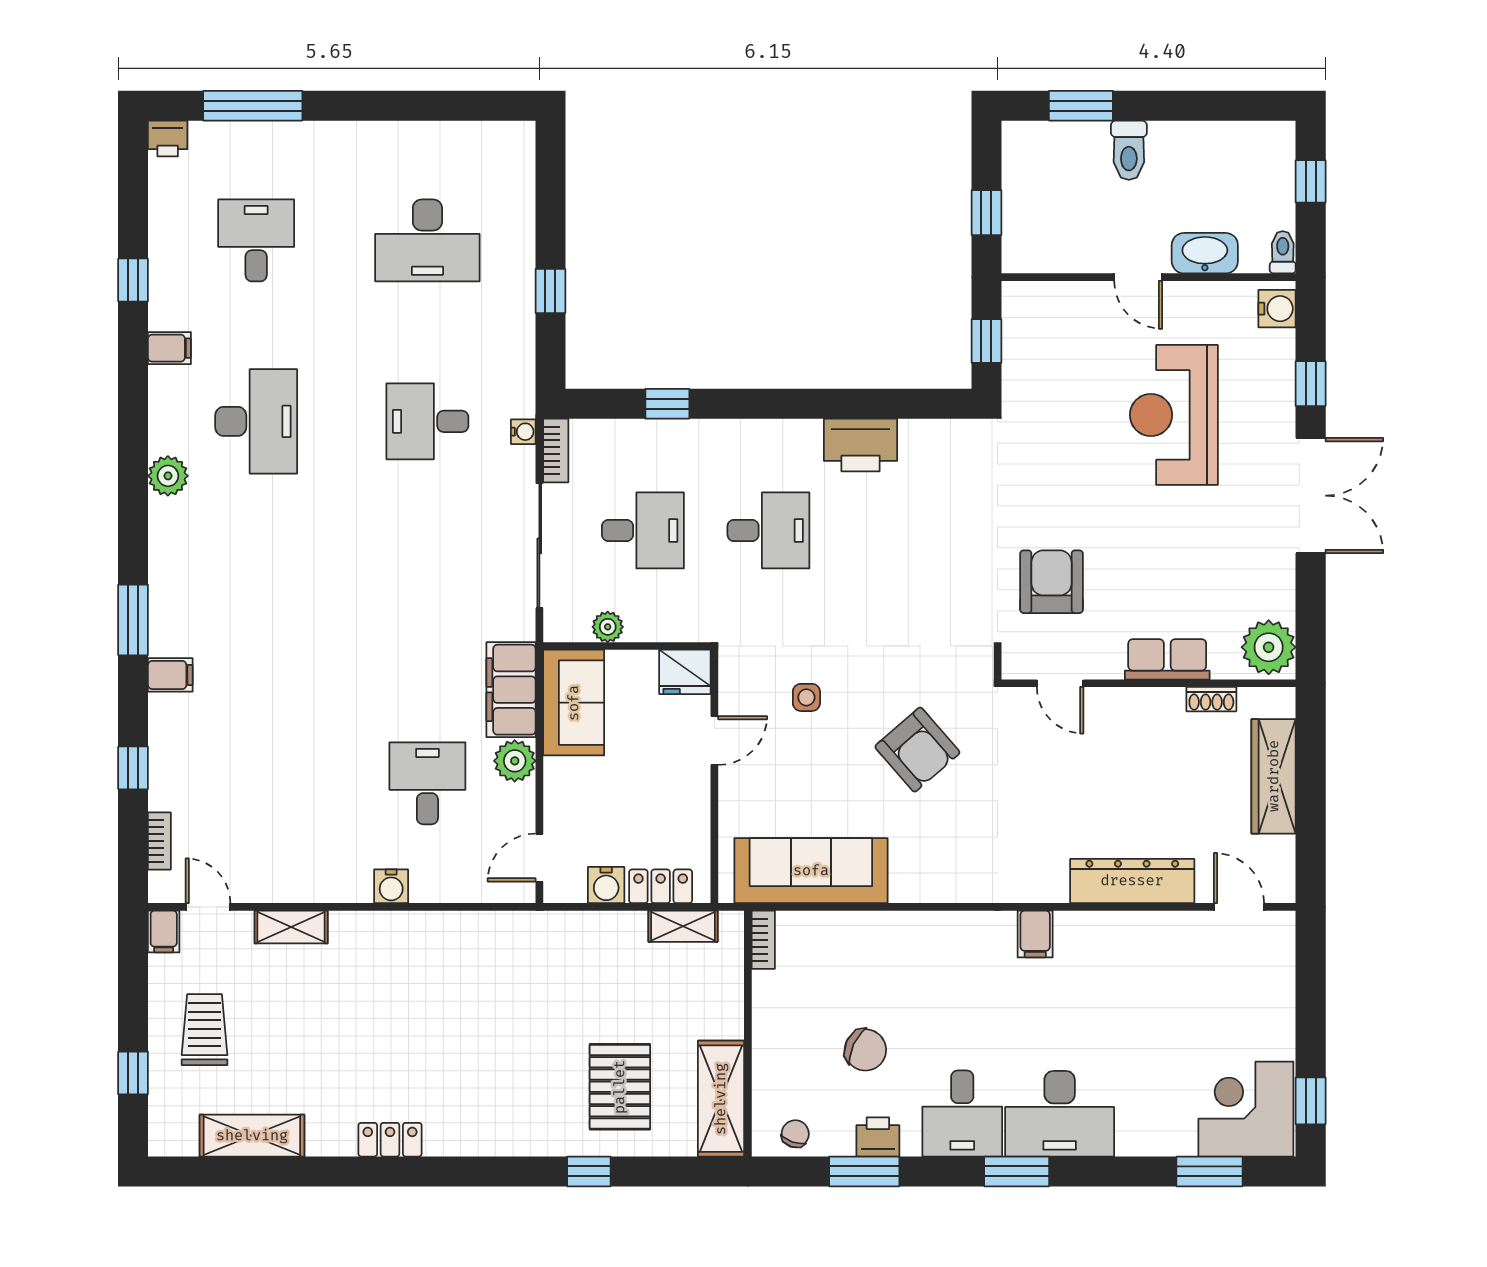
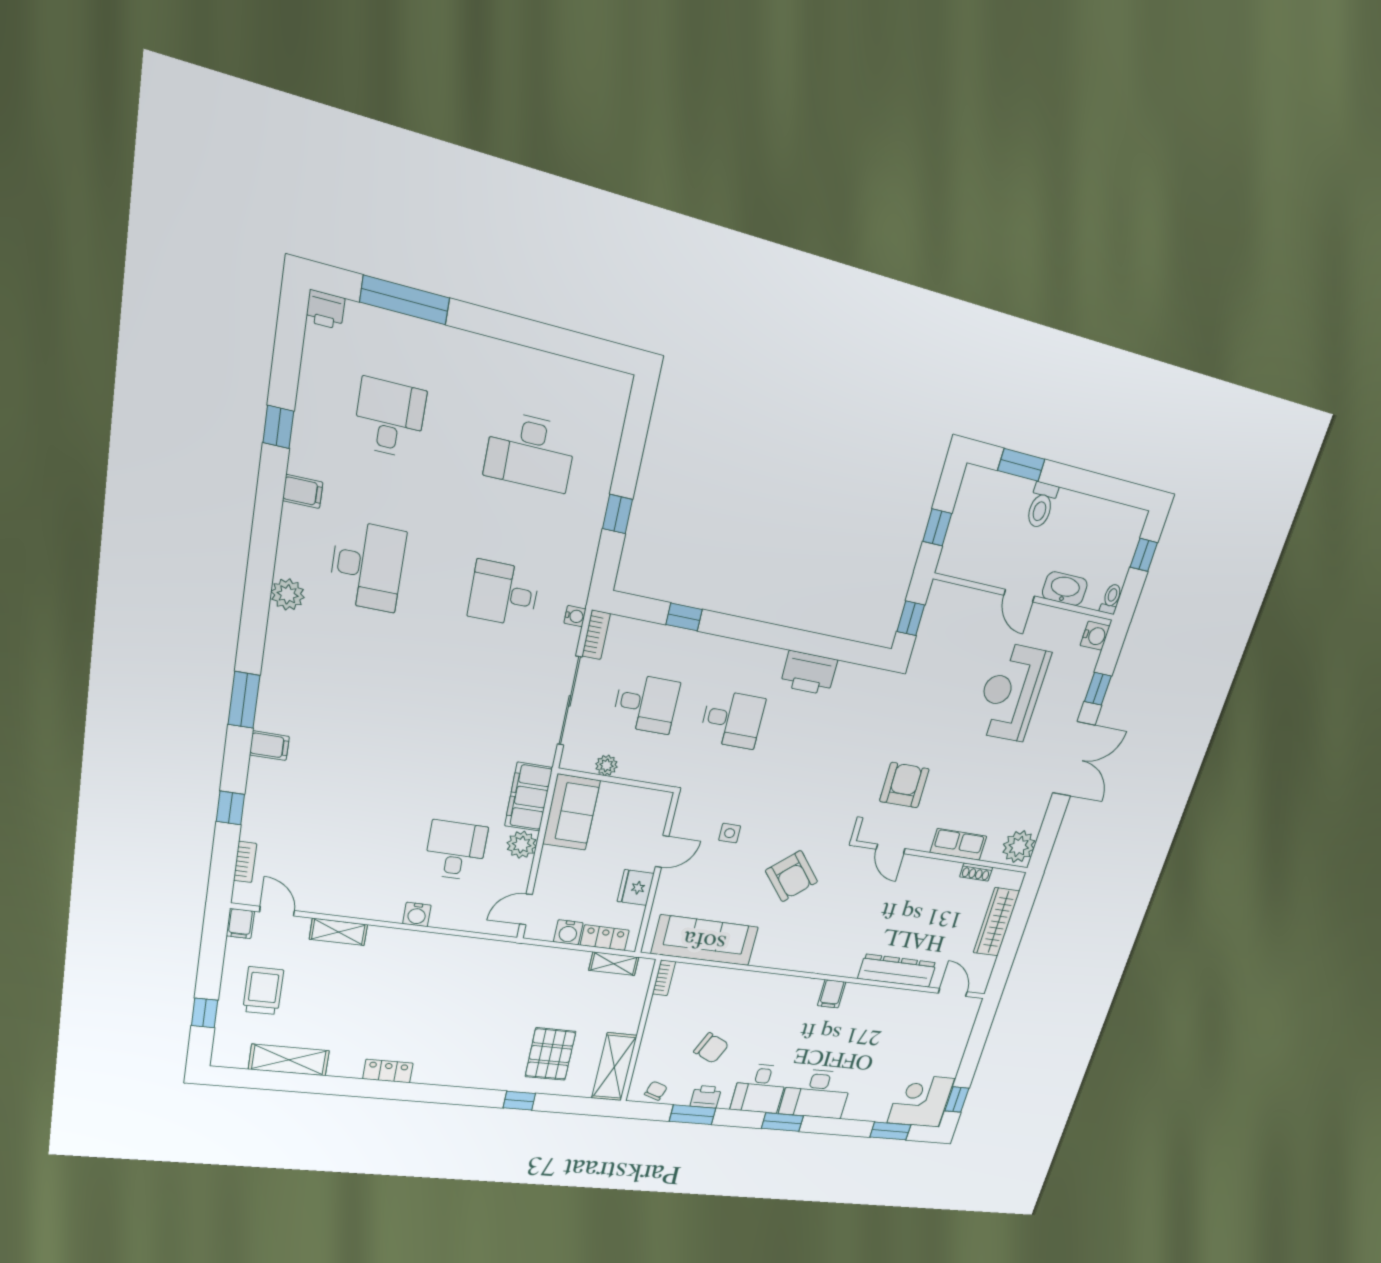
fridge: (685, 672) -> (636, 887), moved, turned 90

